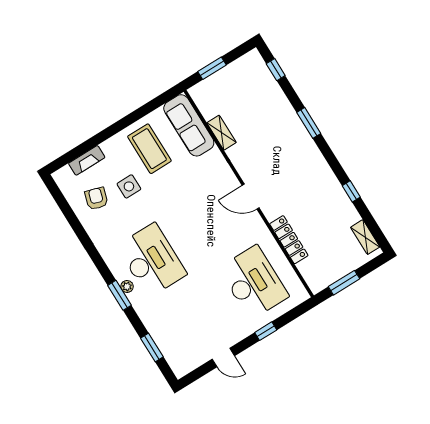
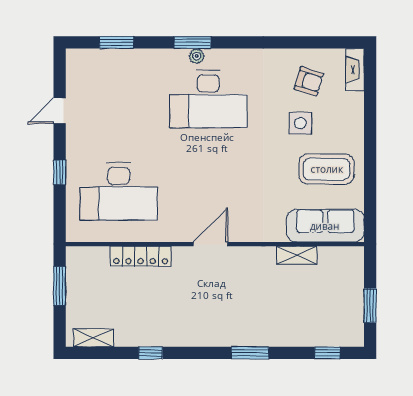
window: (212, 68) -> (370, 306), moved
fireplace: (87, 160) -> (355, 70), moved

